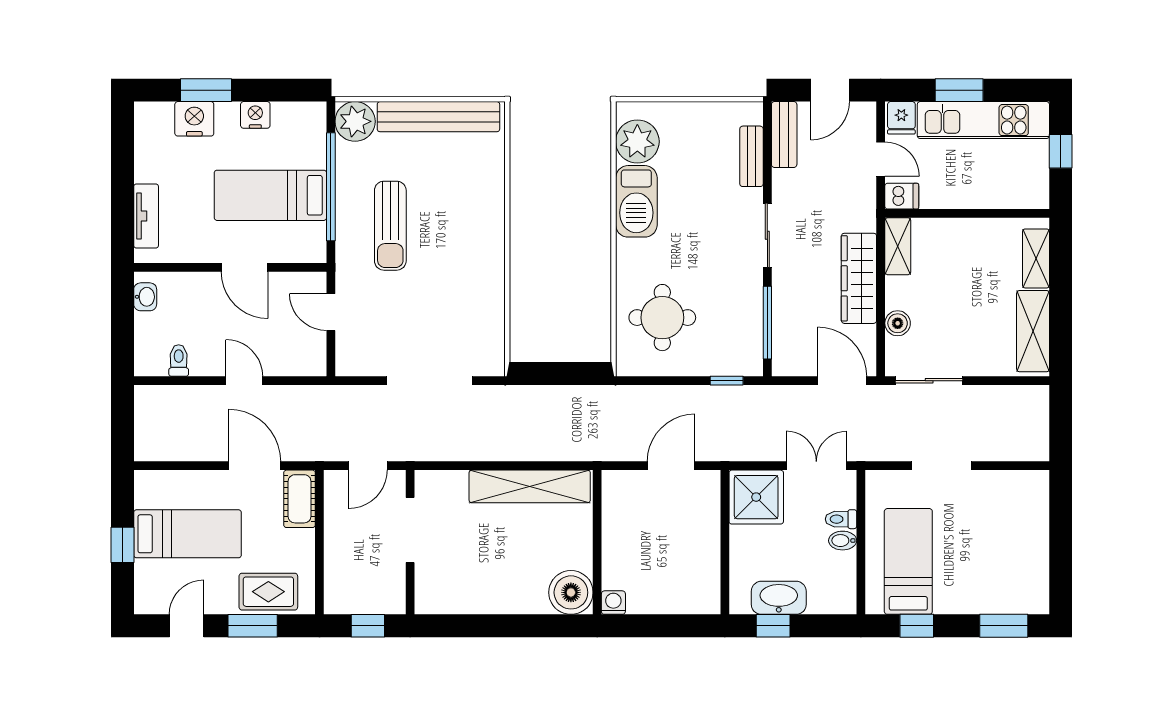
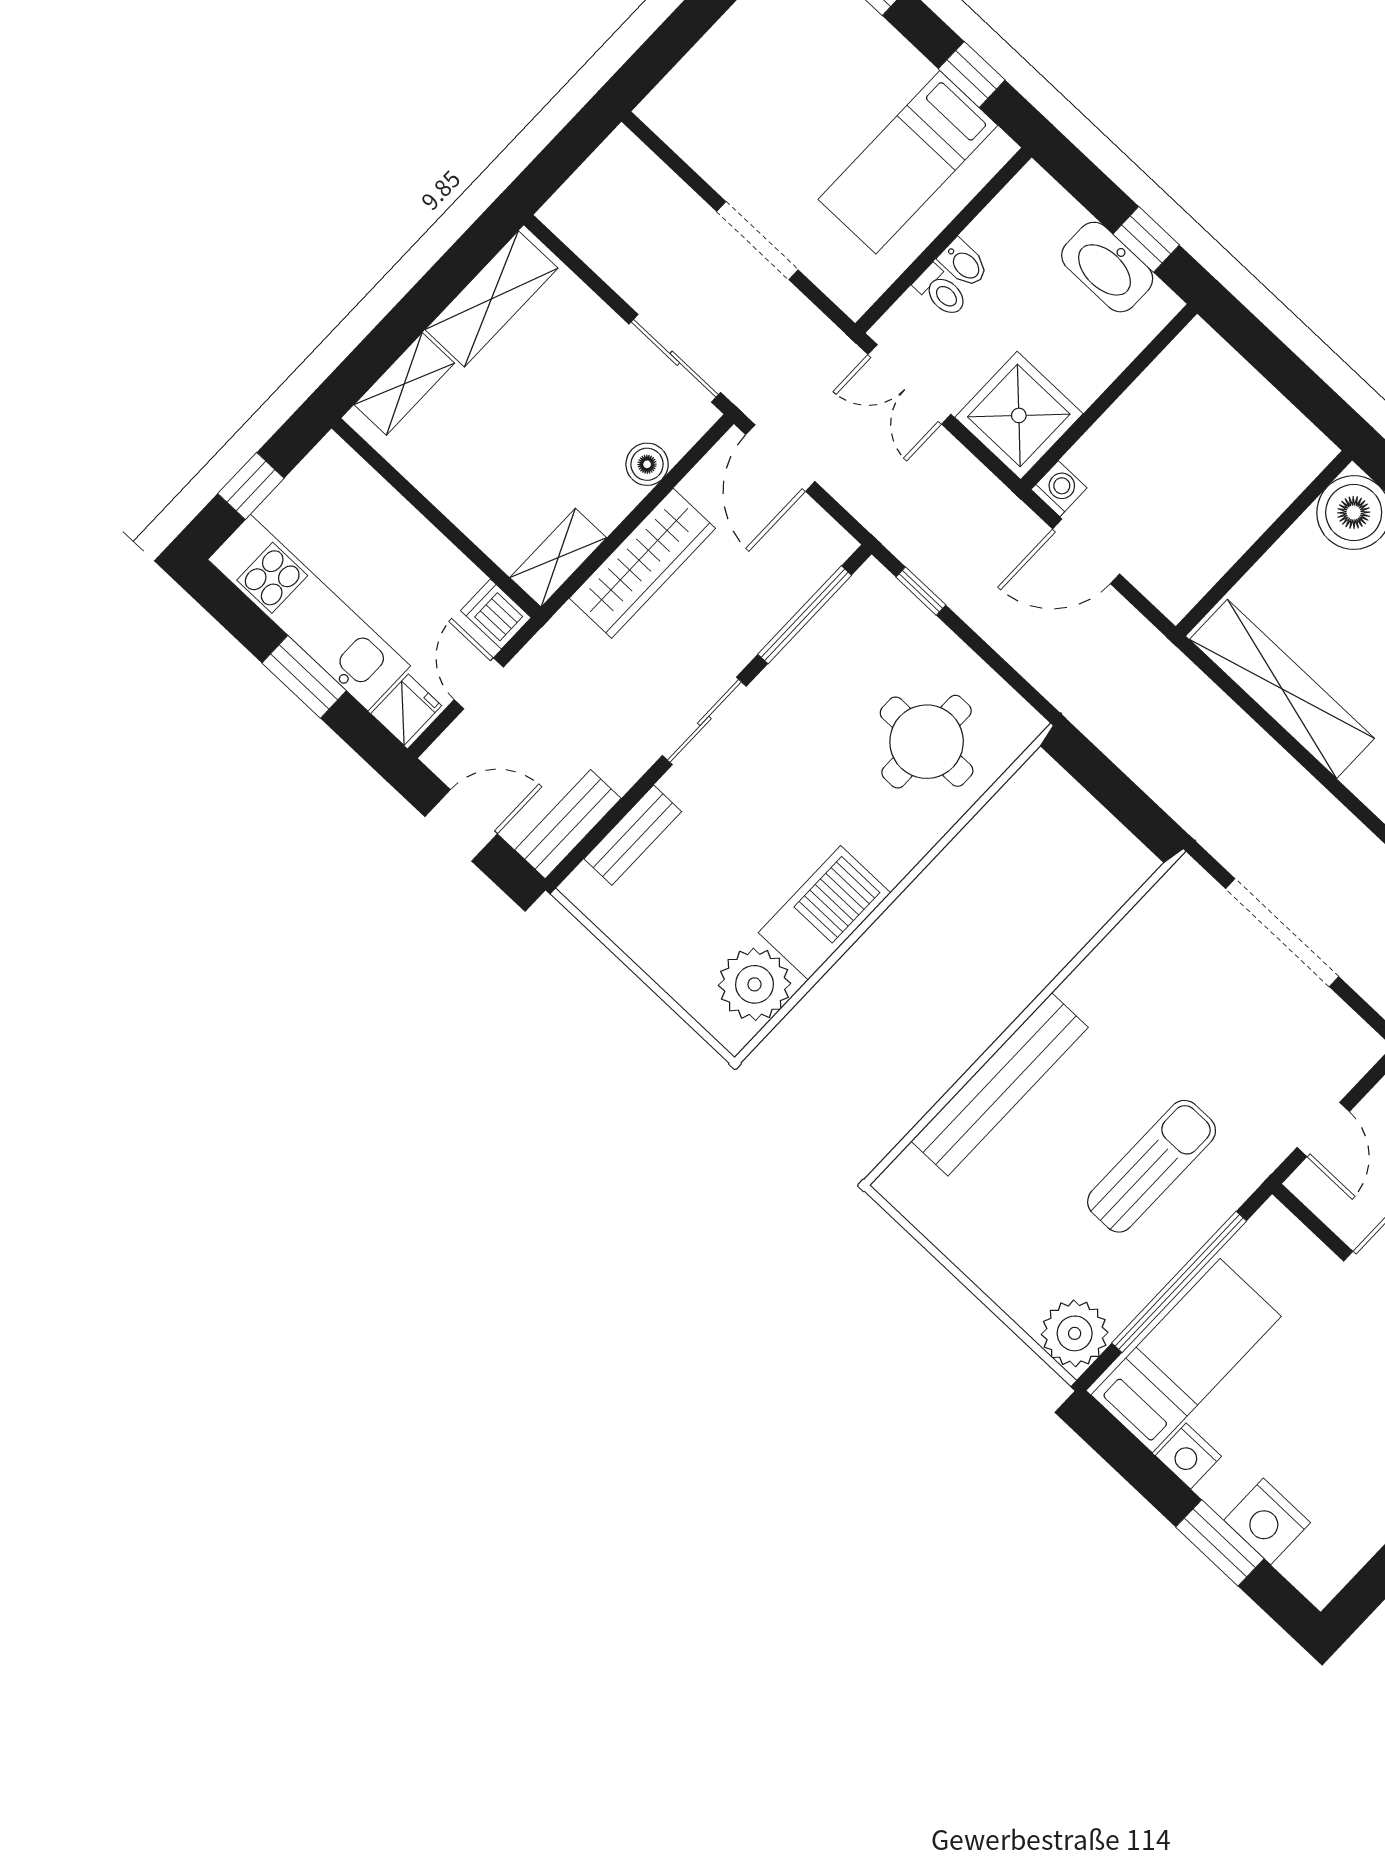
bench: (438, 117) -> (1000, 1084), moved, turned 90
bed: (270, 195) -> (1186, 1356), moved, turned -90
washing machine: (613, 603) -> (1059, 489), moved, turned 180

